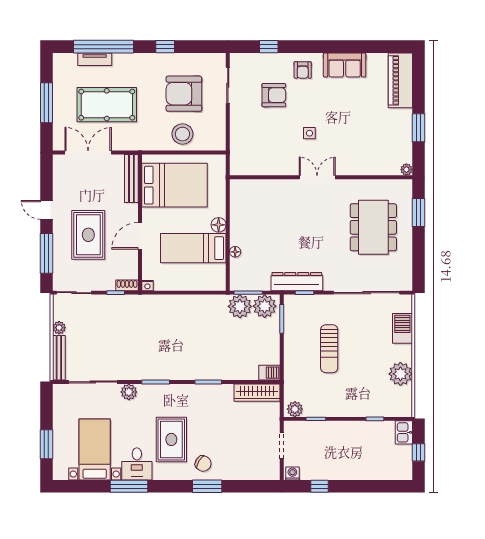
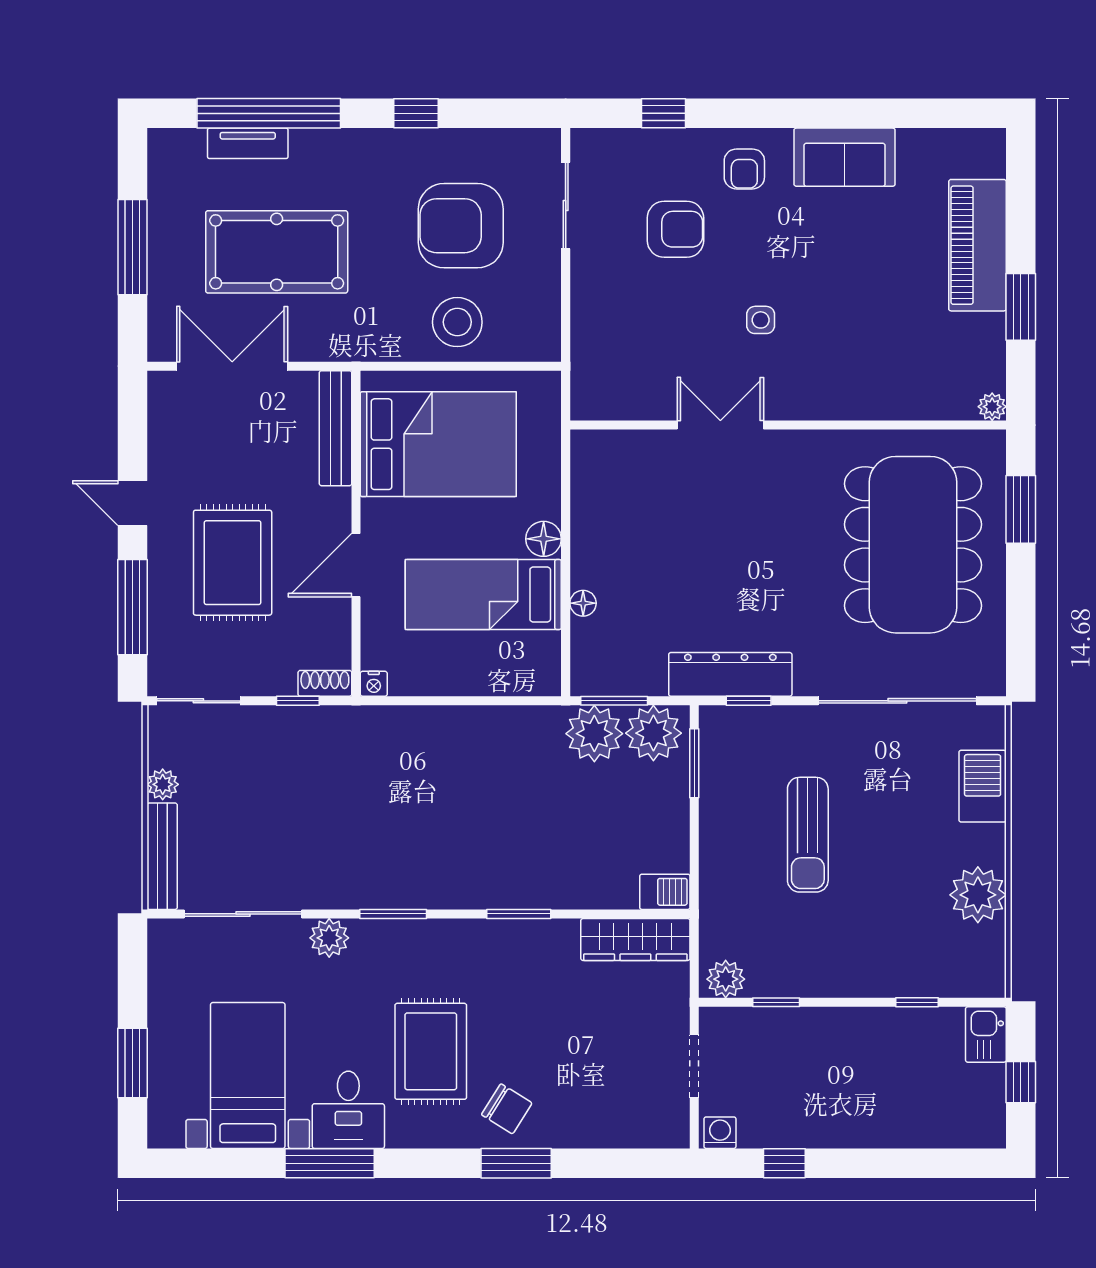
piano: (400, 80) -> (977, 245), moved
double door: (317, 177) -> (720, 425), moved
dining table: (373, 227) -> (913, 545), width x1.36, depth x1.24

